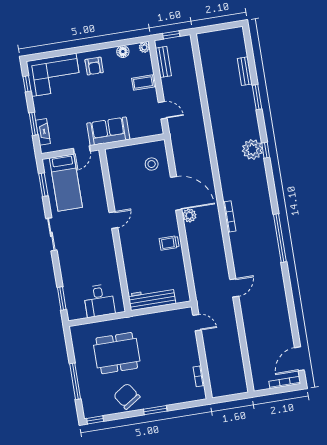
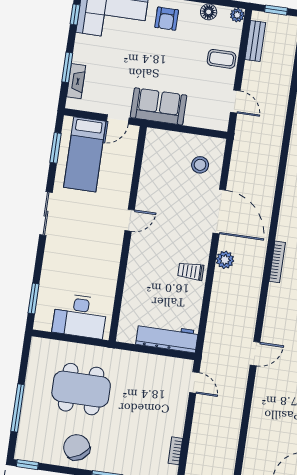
plant: (189, 215) -> (225, 260), moved
workbench: (152, 299) -> (167, 338), moved
desk: (99, 301) -> (80, 316), width x1.37

